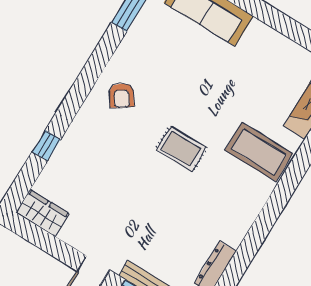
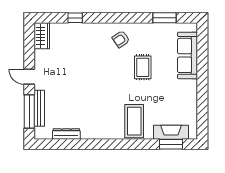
rug: (181, 149) -> (143, 67), moved

